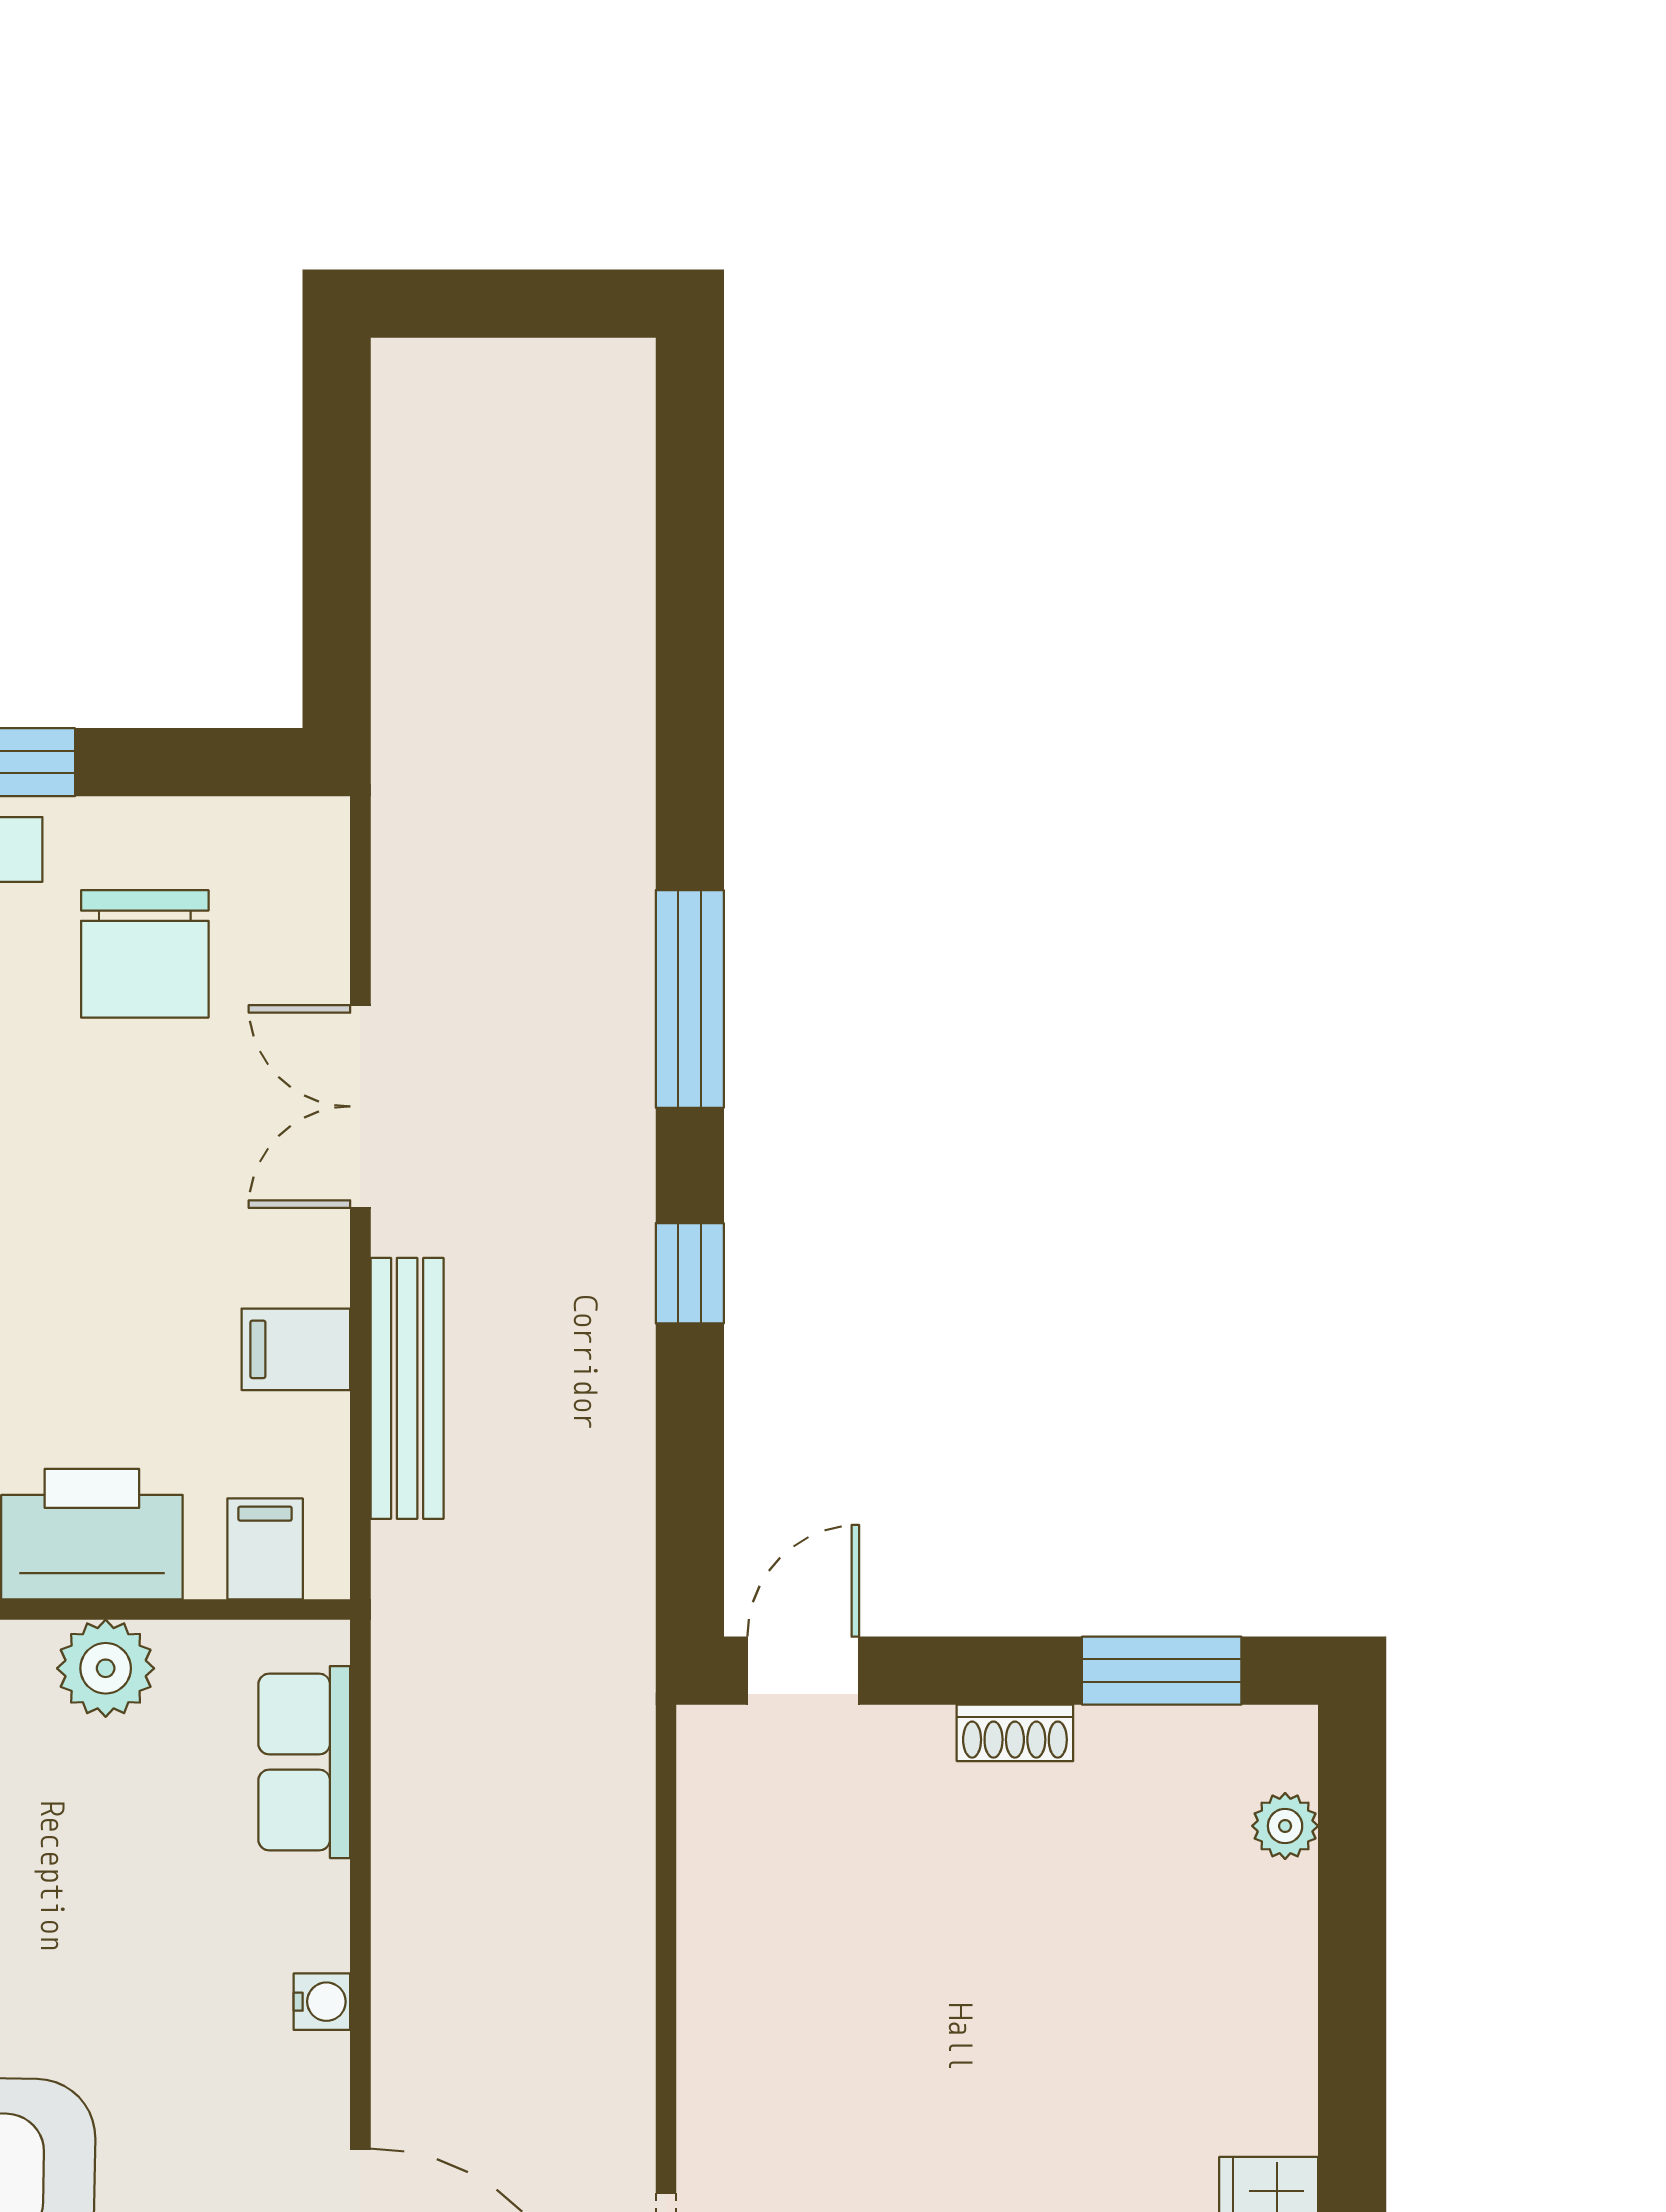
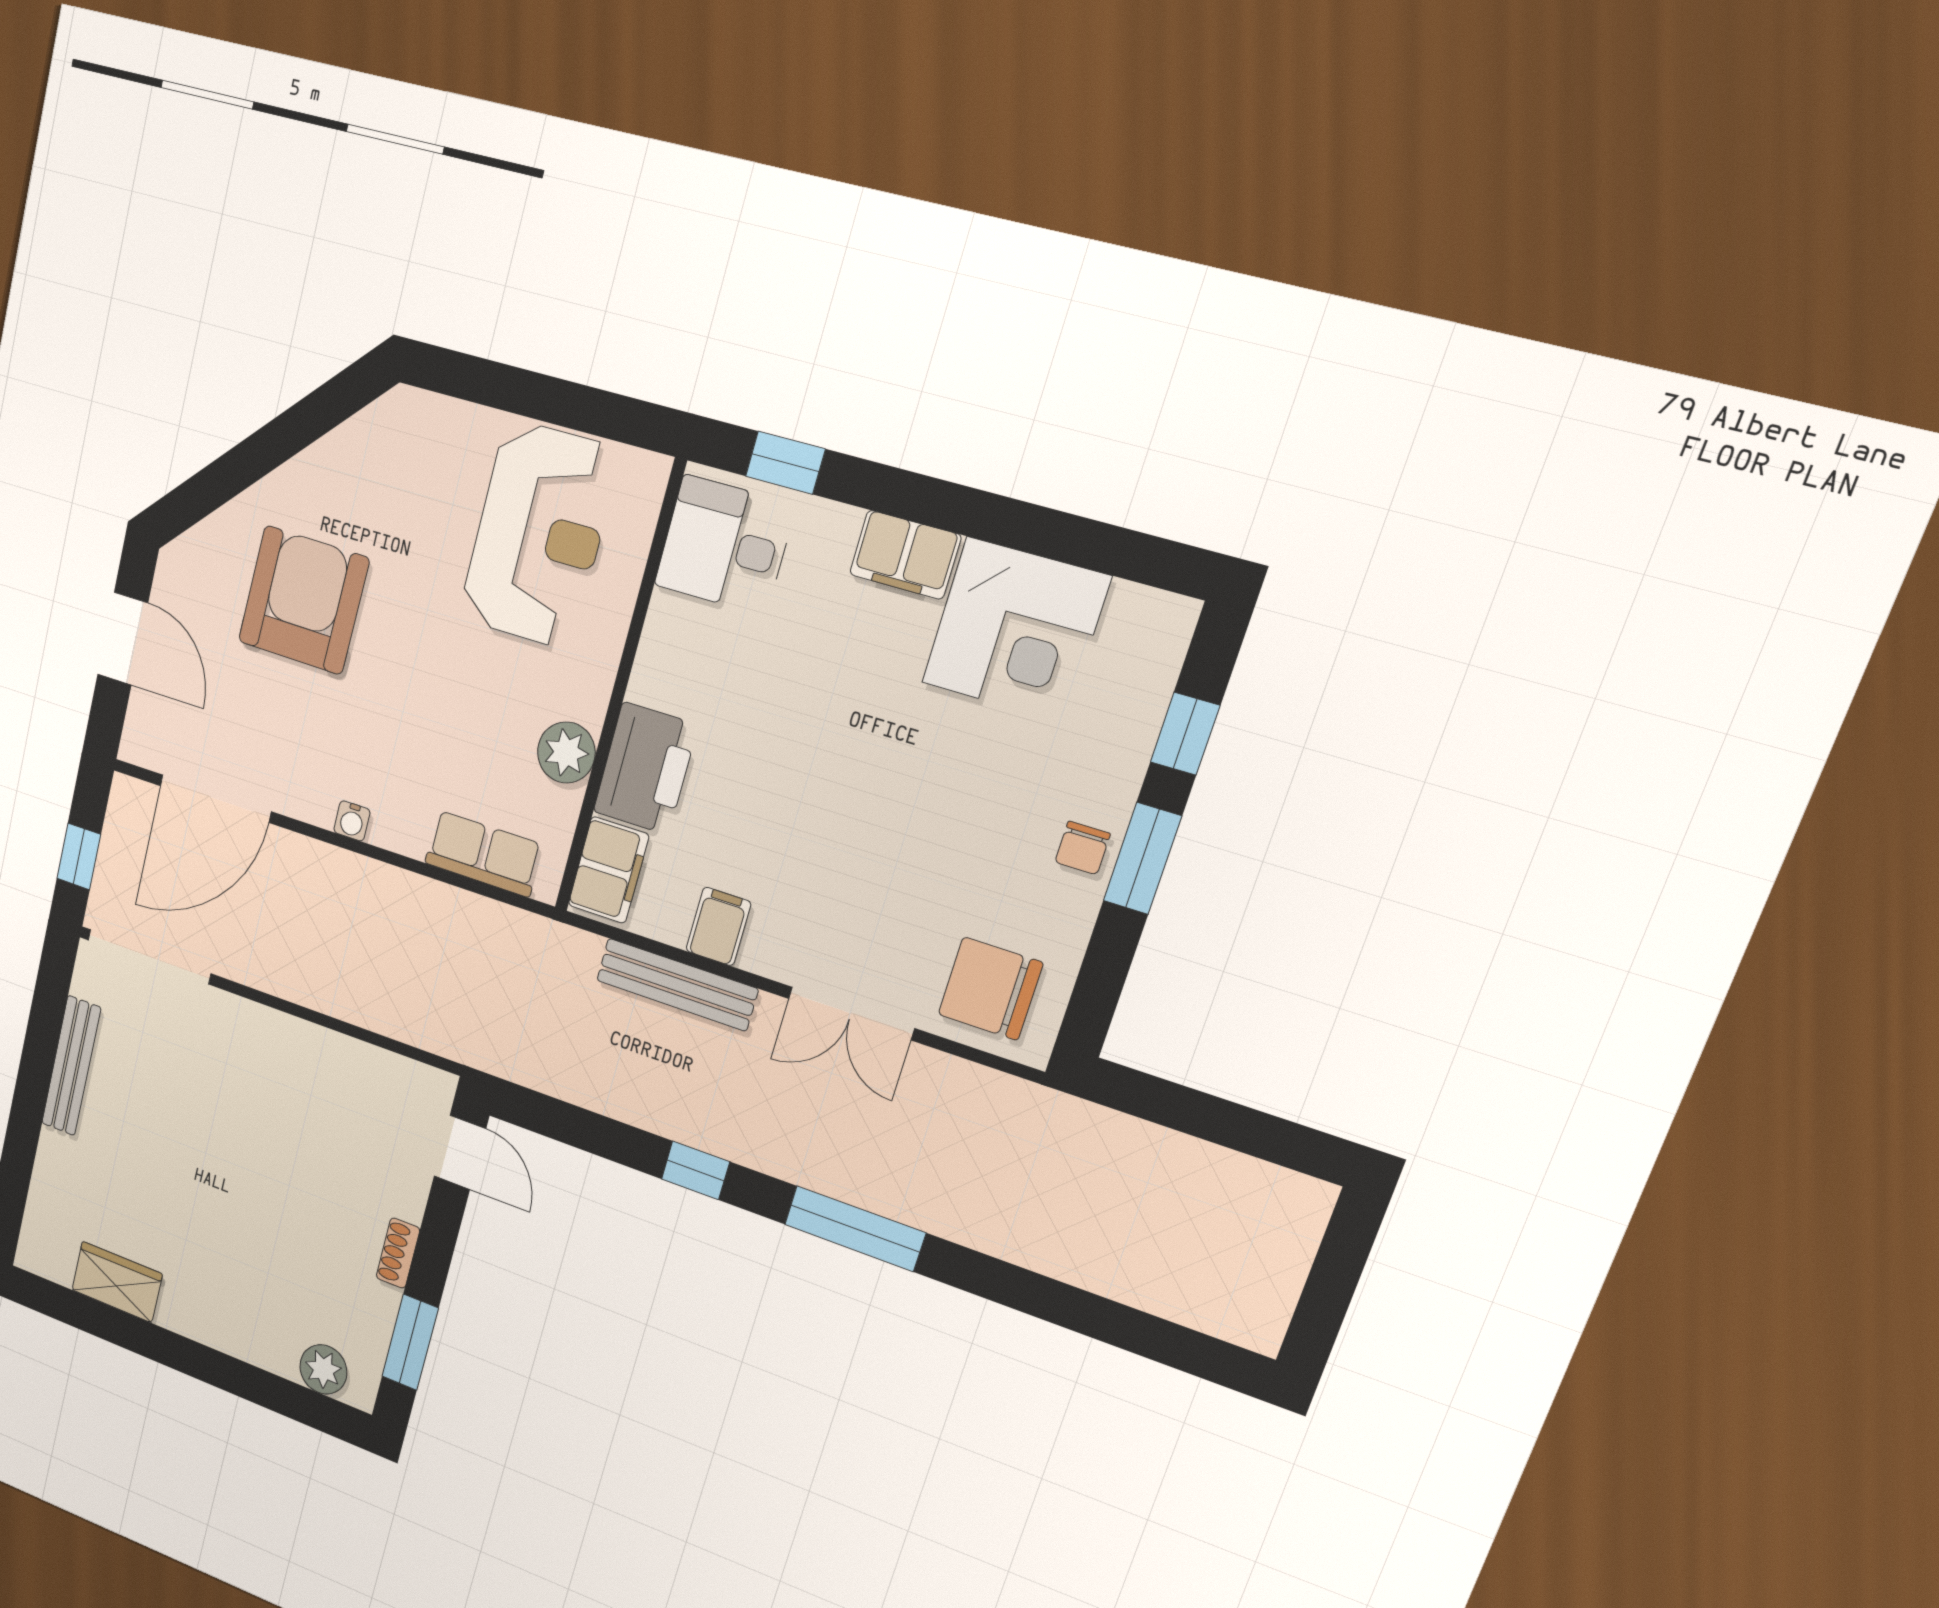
chair: (145, 954) -> (990, 989), moved
double door: (360, 1106) -> (851, 1013), swing flipped
filing cabinet: (265, 1549) -> (609, 870), width x2.00
plant: (1285, 1826) -> (323, 1369), width x1.38, depth x1.38

